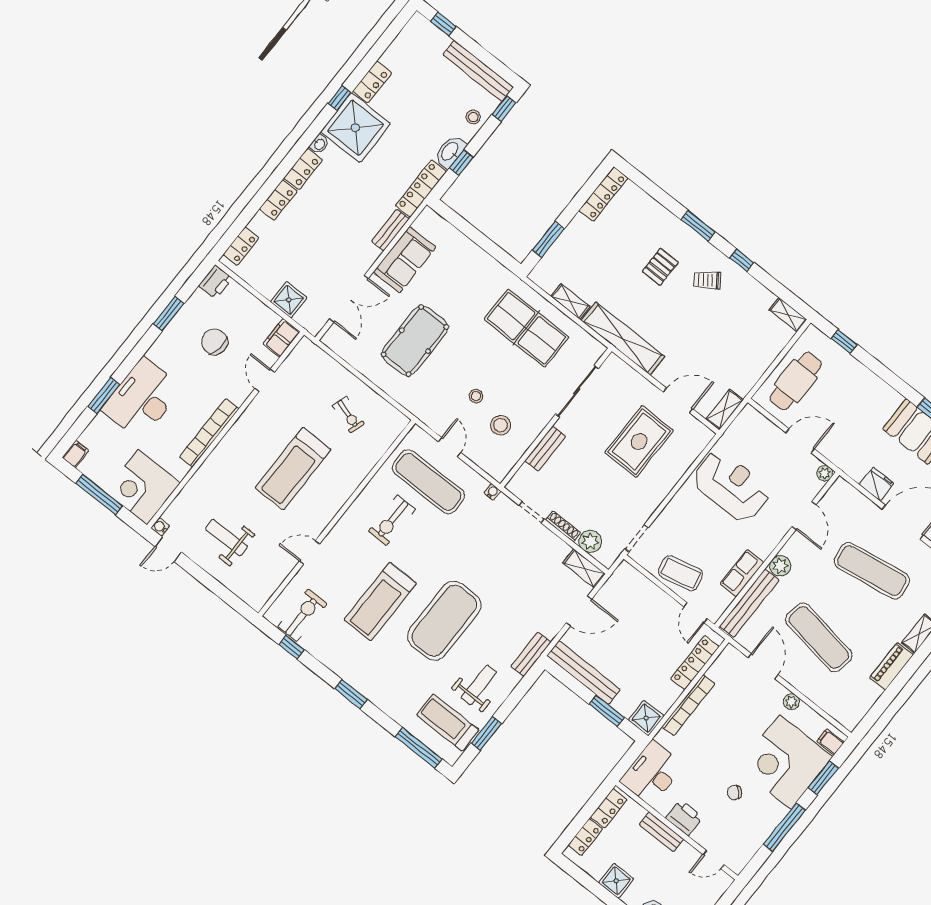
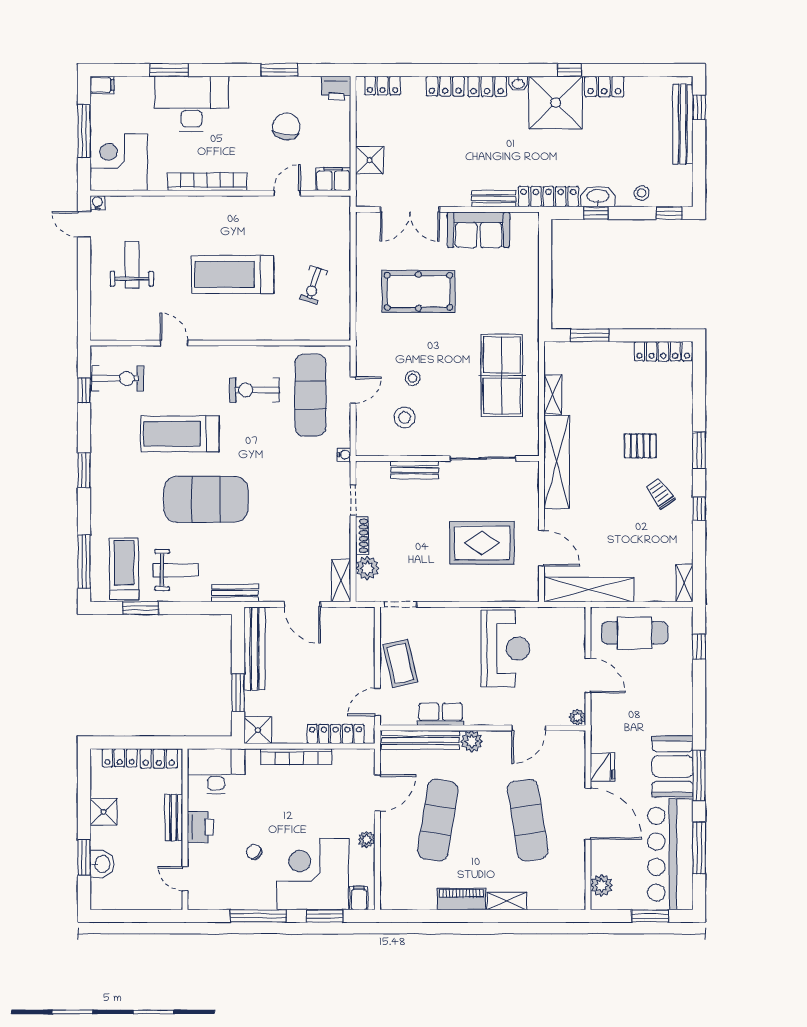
bench: (478, 71) -> (683, 124), moved
shelving: (725, 410) -> (589, 590), width x2.20, depth x1.33

